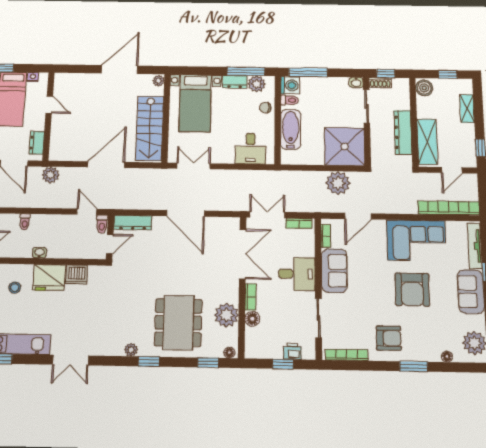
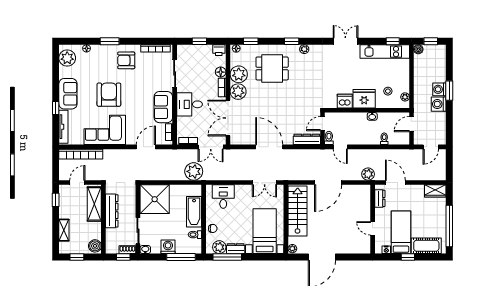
washing machine: (290, 85) -> (168, 247), moved, turned 90
plant: (338, 183) -> (194, 171), moved
plant: (228, 291) -> (238, 92), added
dining table: (178, 323) -> (272, 68), width x0.73
printer: (292, 351) -> (219, 50), moved

